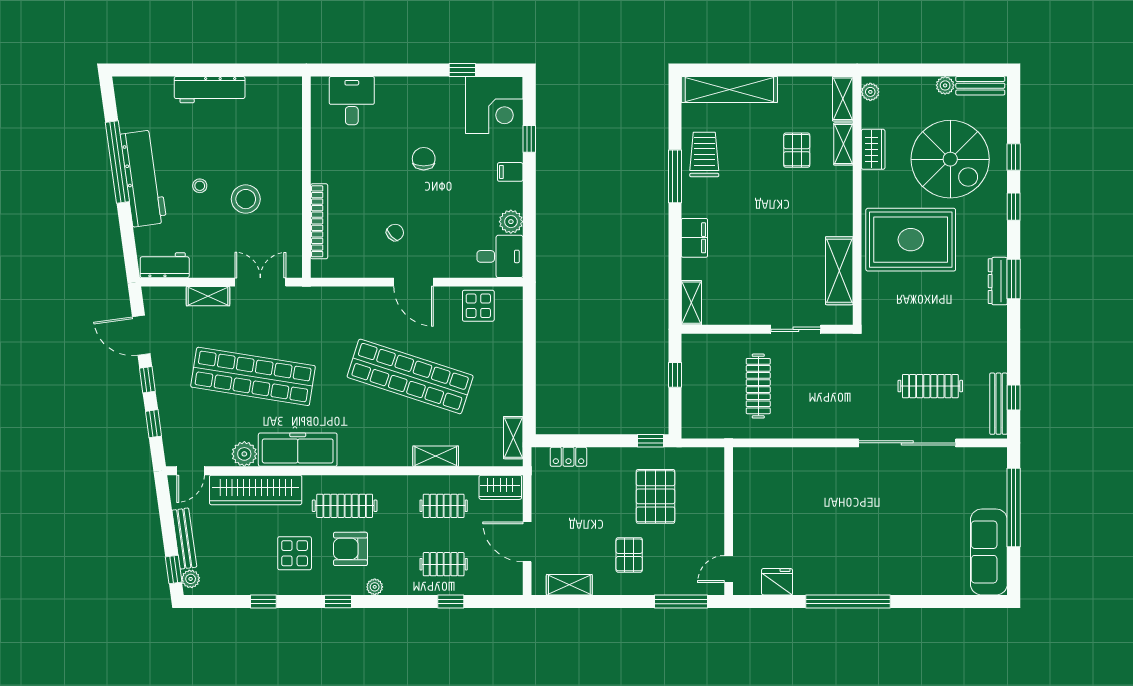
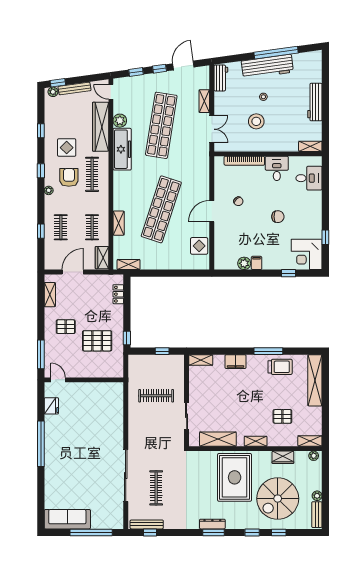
shelving: (292, 98) -> (310, 146), added
shelving: (843, 144) -> (256, 441), moved
filing cabinet: (510, 172) -> (257, 263), moved
desk: (500, 256) -> (277, 168), moved, turned 180

